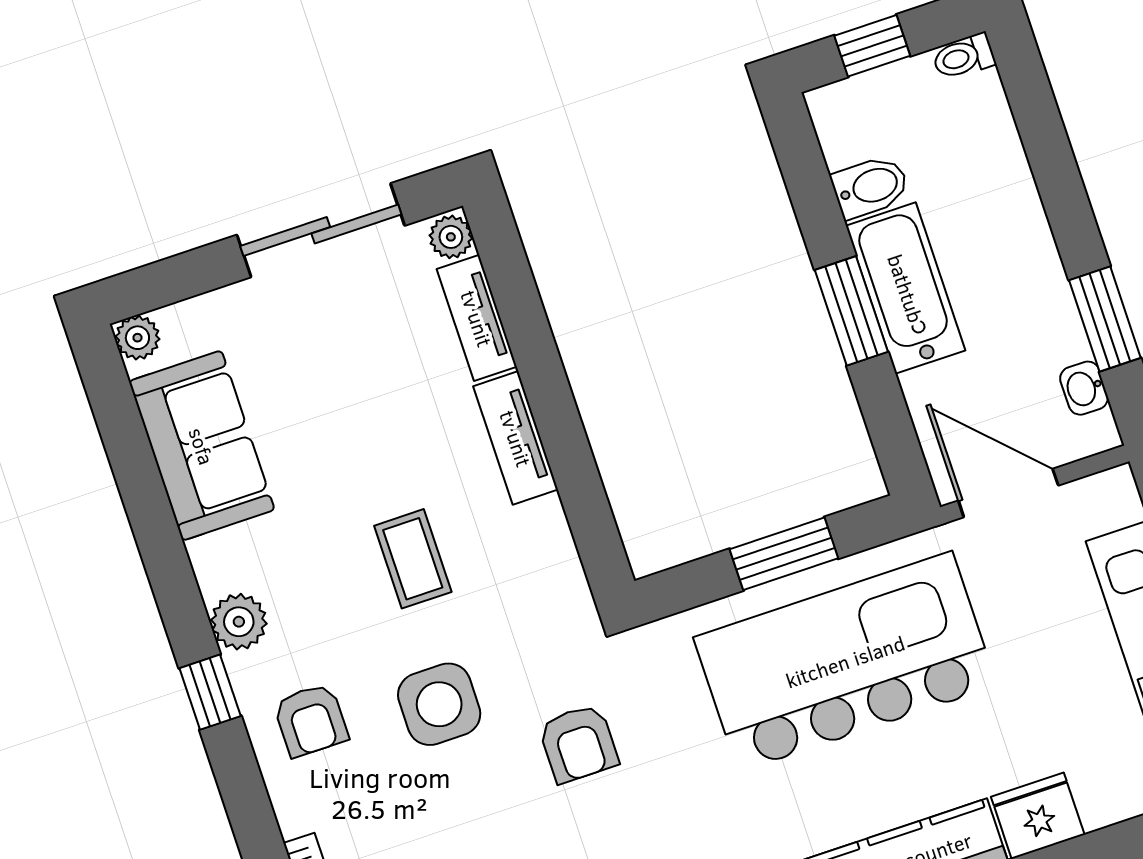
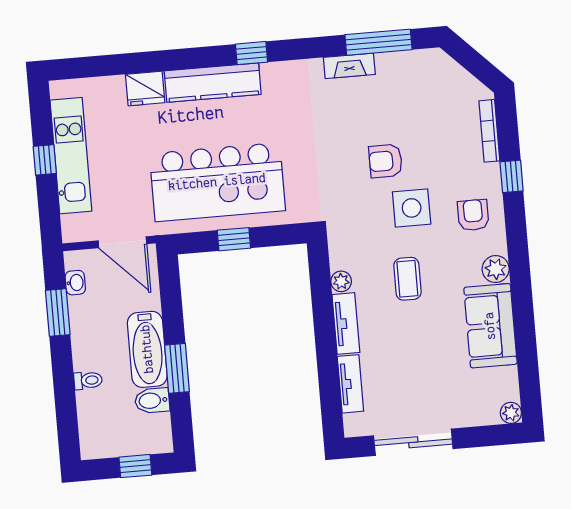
toilet: (964, 57) -> (88, 380), moved
plant: (451, 237) -> (341, 281), moved
window: (851, 311) -> (177, 368), moved
sofa: (202, 446) -> (490, 326), moved
window: (784, 554) -> (234, 239), width x0.67
window: (210, 692) -> (512, 176), moved
armchair: (578, 744) -> (386, 161), moved, turned -90

